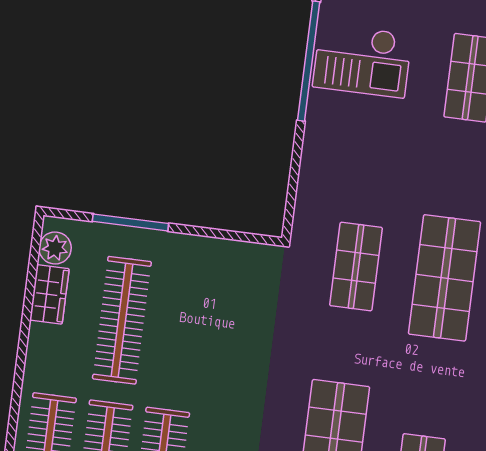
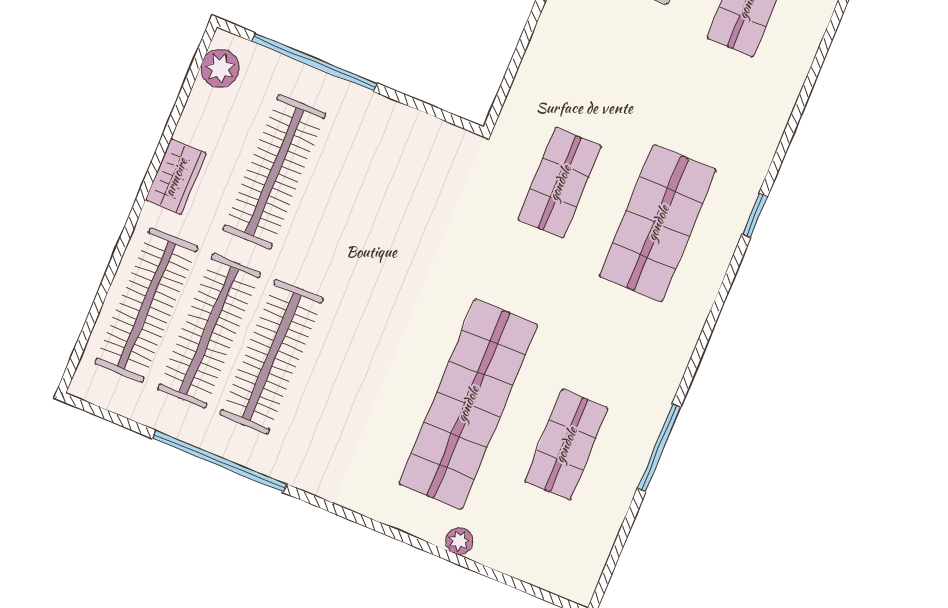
window: (130, 222) -> (315, 62), width x1.46
wardrobe: (49, 294) -> (176, 177), moved

